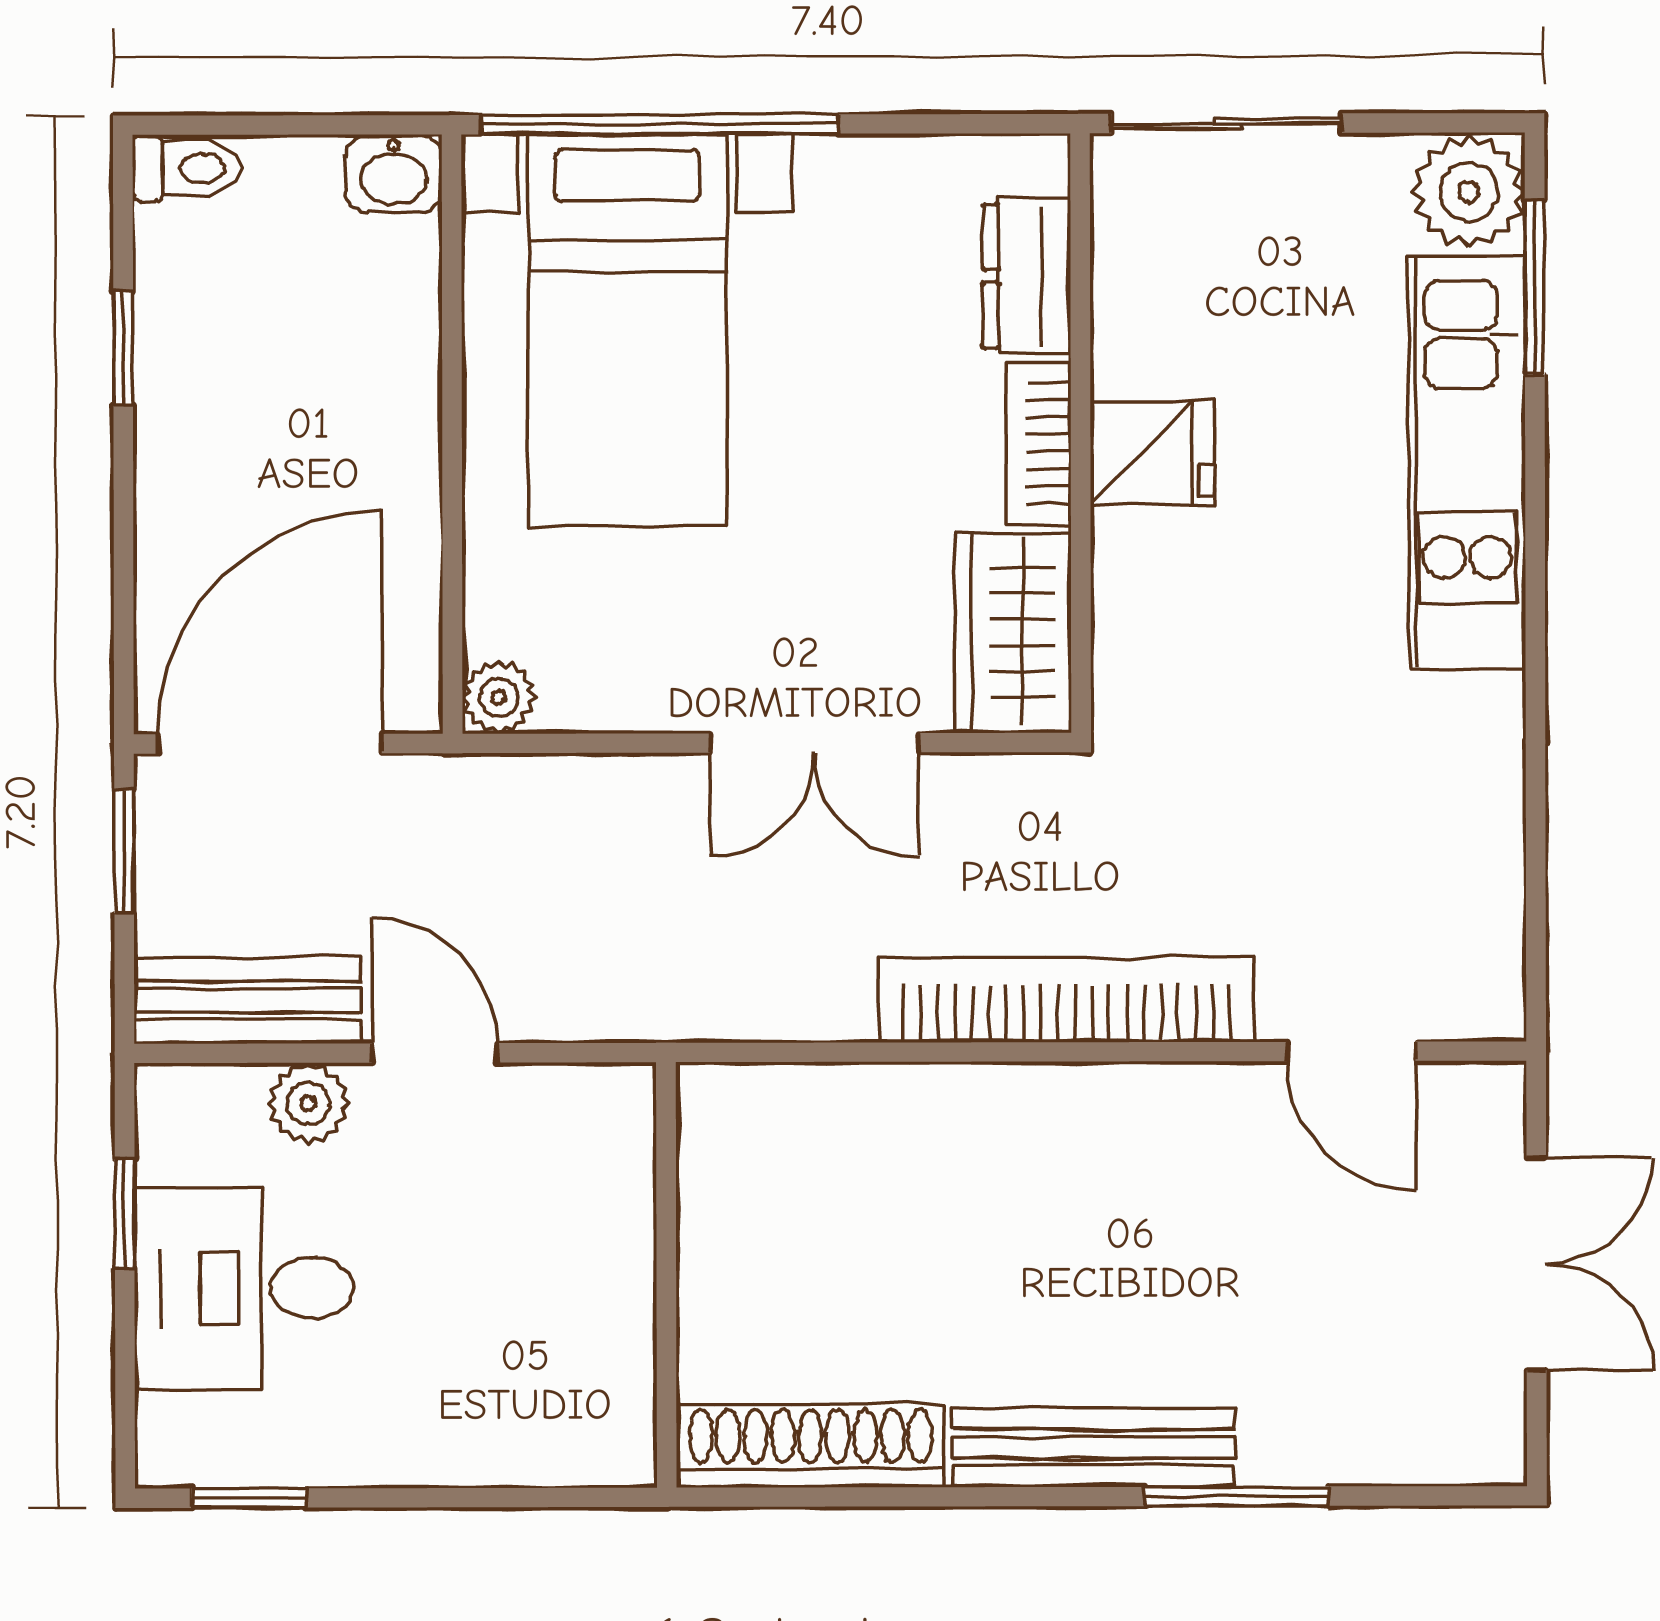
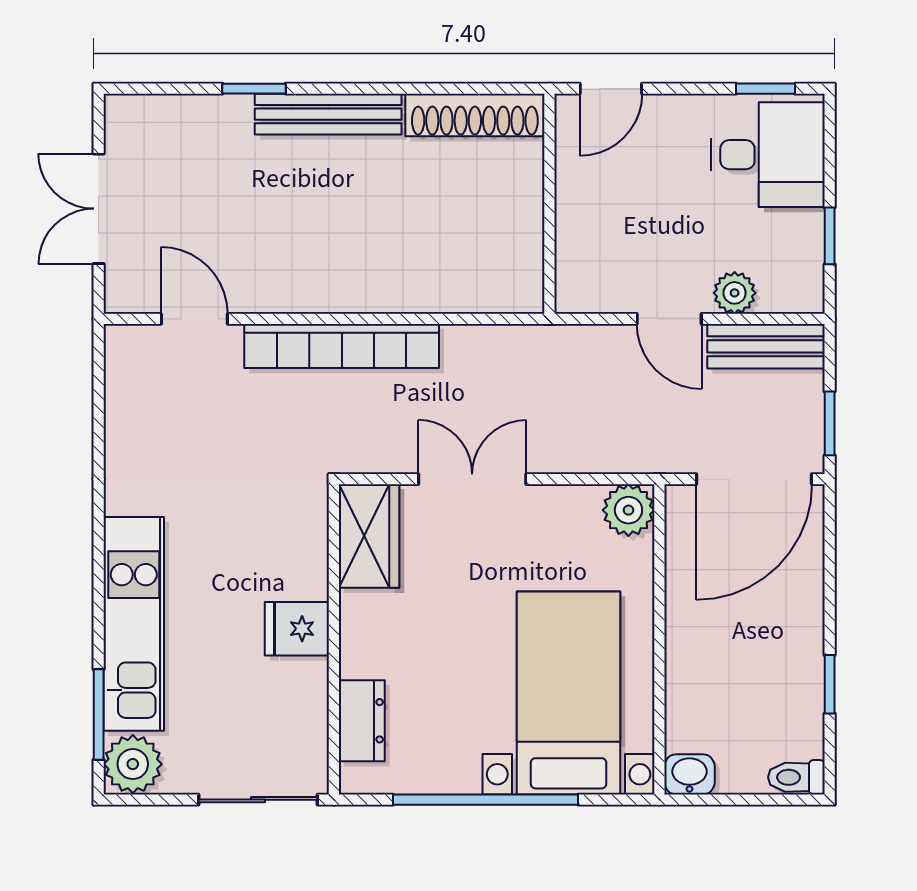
window: (660, 124) -> (485, 800), moved
bookcase: (1038, 443) -> (356, 634), removed
plant: (499, 697) -> (628, 510), width x1.38, depth x1.38
desk: (244, 1288) -> (768, 155), moved
window: (1237, 1496) -> (254, 89), width x0.67
door: (548, 1498) -> (611, 89), added

